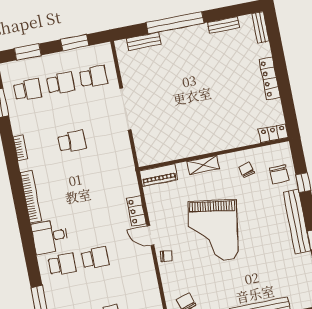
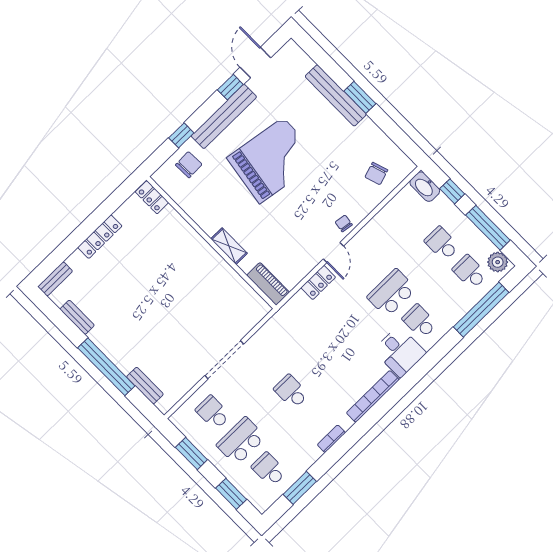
school desk: (60, 83) -> (241, 441), width x1.85
chair: (247, 170) -> (205, 200), removed
grand piano: (213, 231) -> (272, 160), moved
school desk: (95, 258) -> (392, 293), width x1.85

